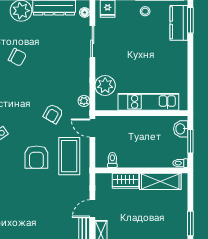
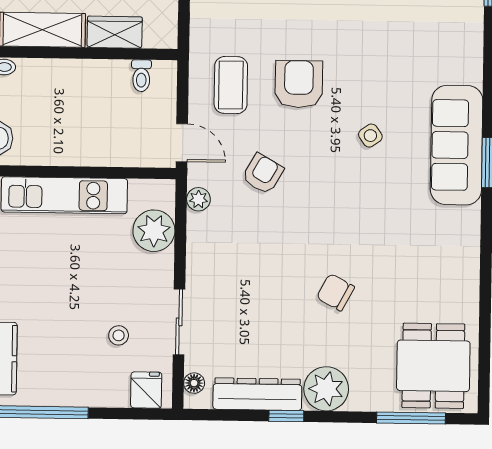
stool: (145, 11) -> (119, 335), moved
coffee table: (69, 156) -> (231, 85), width x0.73, depth x0.76

